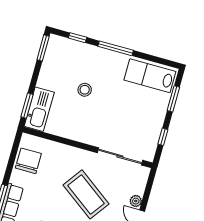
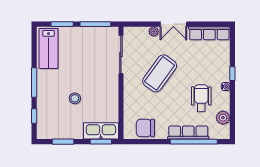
window: (43, 48) -> (63, 142), moved
window: (163, 137) -> (95, 24), width x2.17

